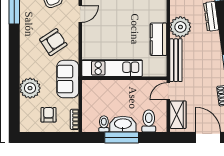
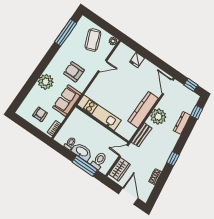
kitchen counter: (158, 39) -> (143, 110), width x1.50
armchair: (53, 42) -> (74, 72), turned -147
bench: (176, 60) -> (141, 135), width x0.73
plant: (30, 88) -> (46, 82), moved
window: (122, 137) -> (85, 166), moved

